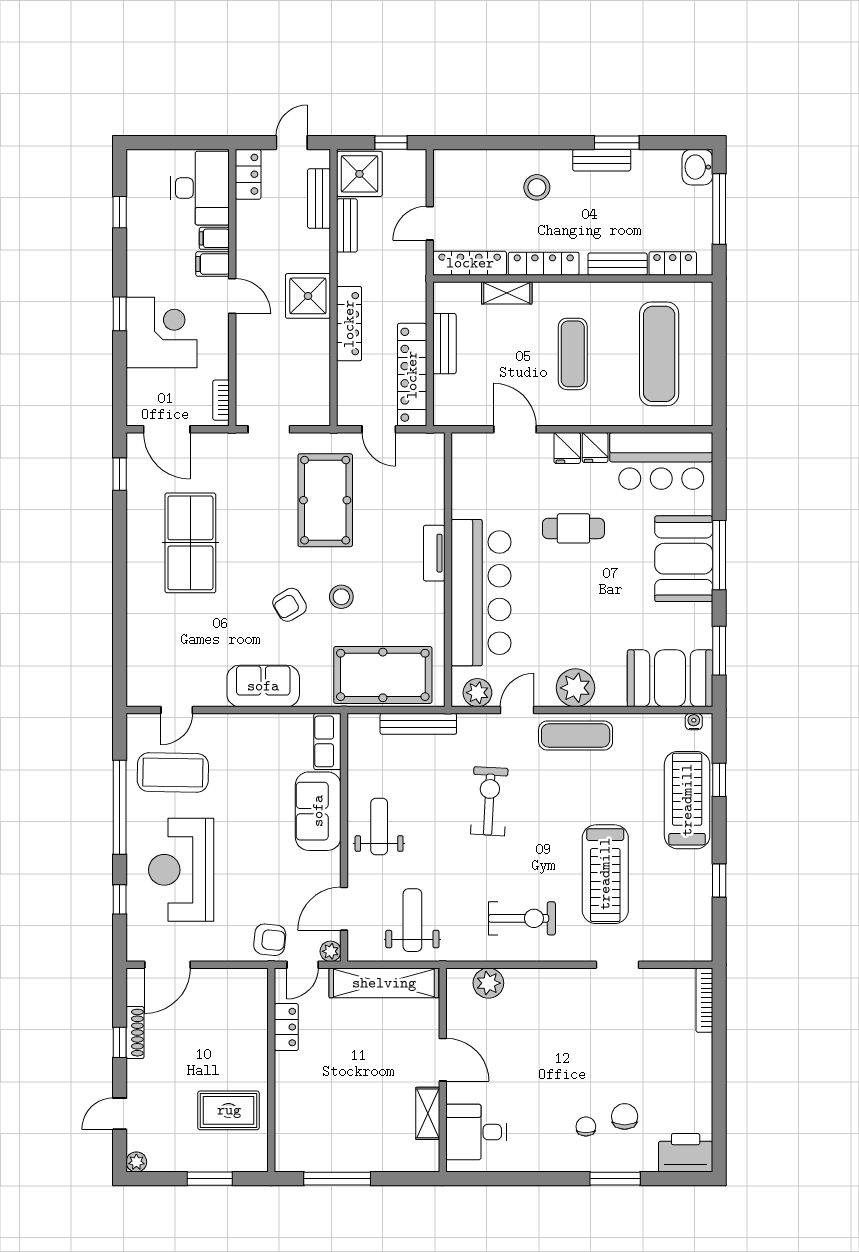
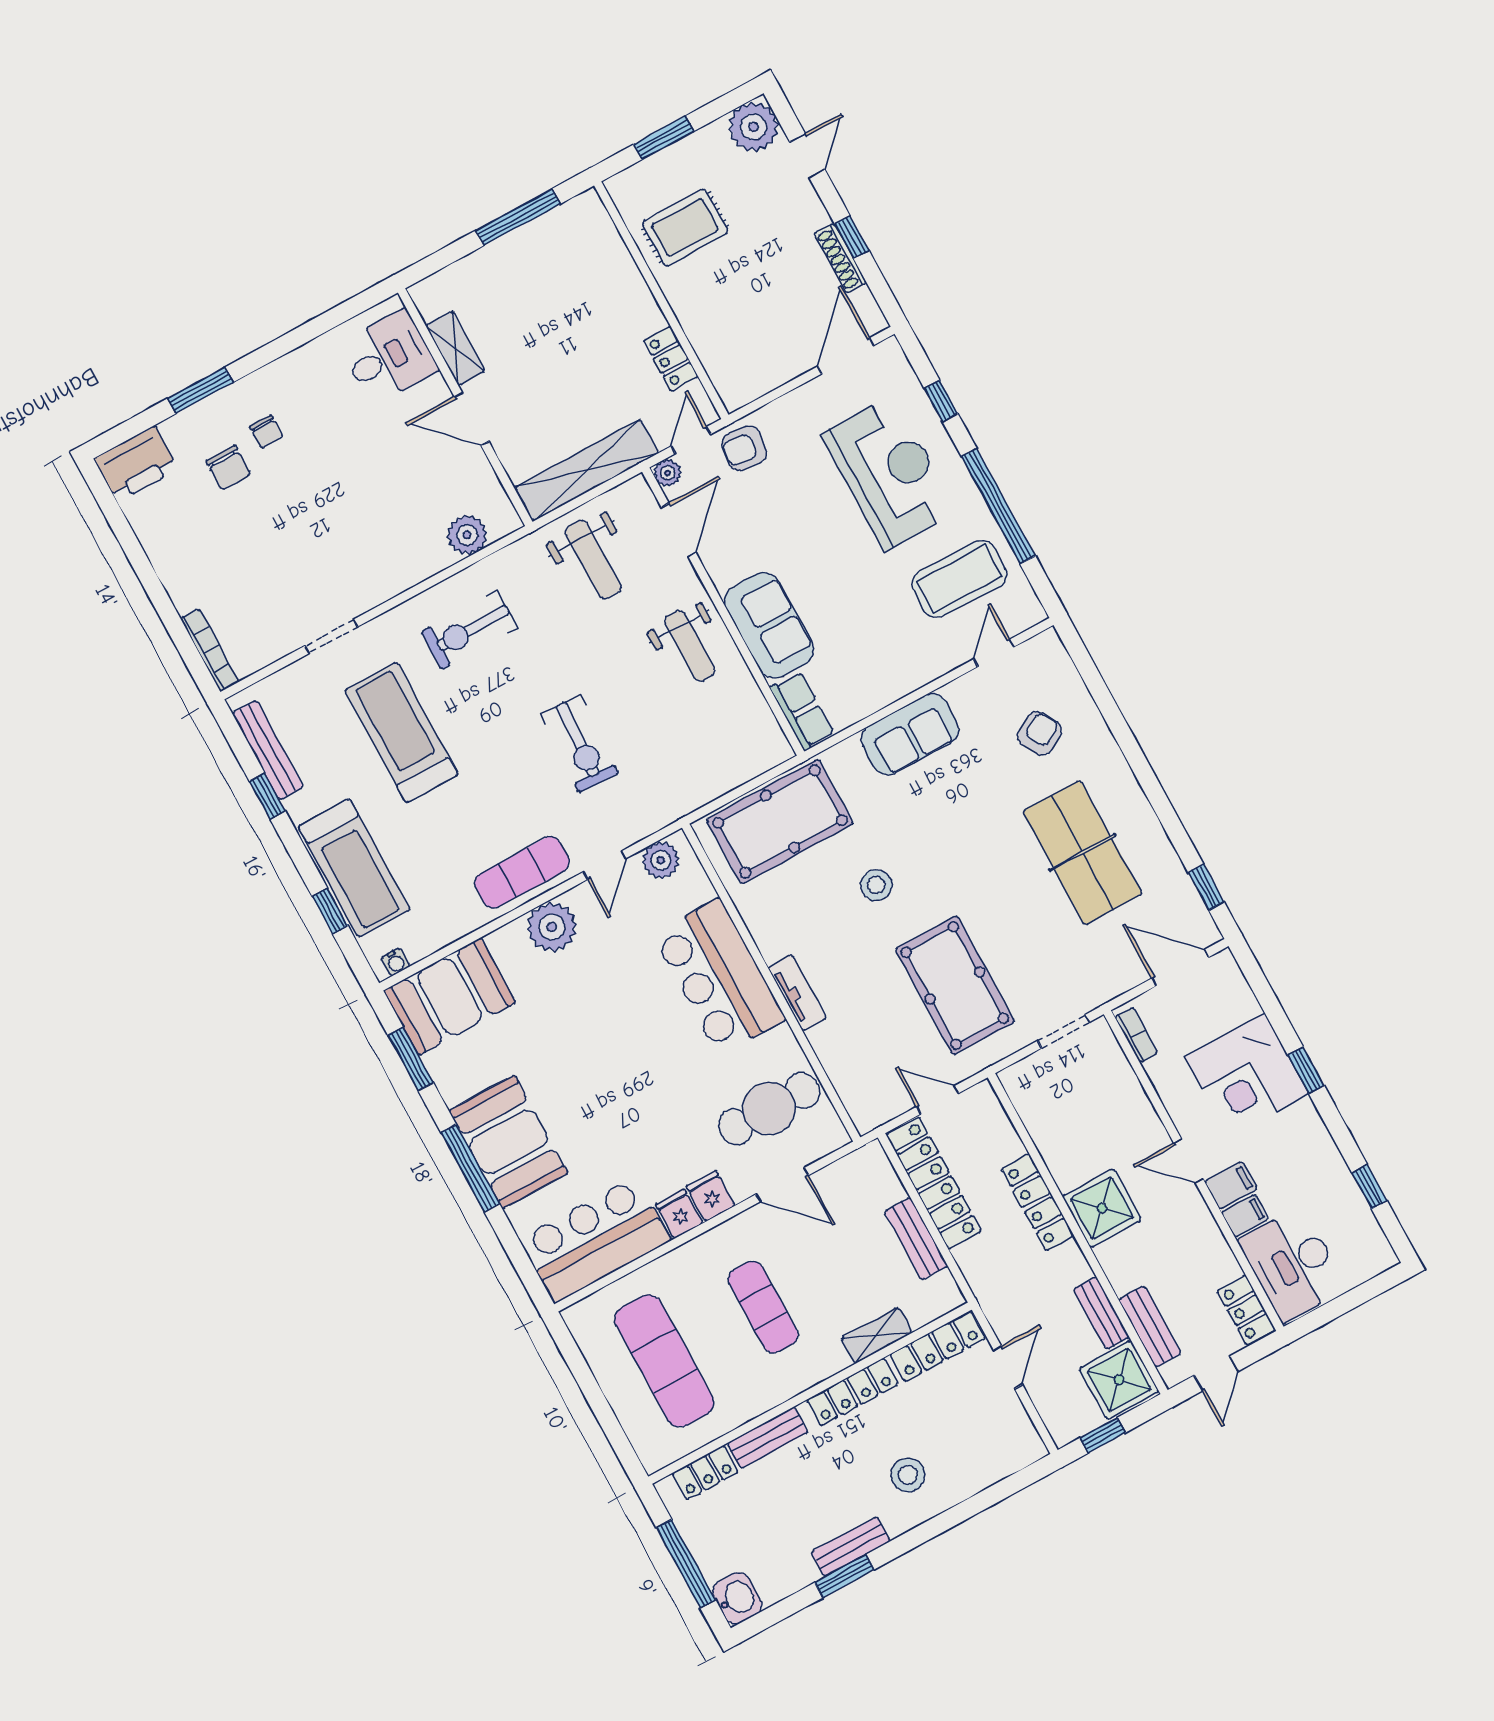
cafe table: (573, 528) -> (769, 1109), moved, width x1.37, depth x1.35
bar counter: (481, 593) -> (719, 977), width x0.73
armchair: (290, 605) -> (1040, 733), moved
bench: (418, 724) -> (268, 750), moved, turned 90
plant: (136, 1162) -> (754, 127), width x1.88, depth x1.88

